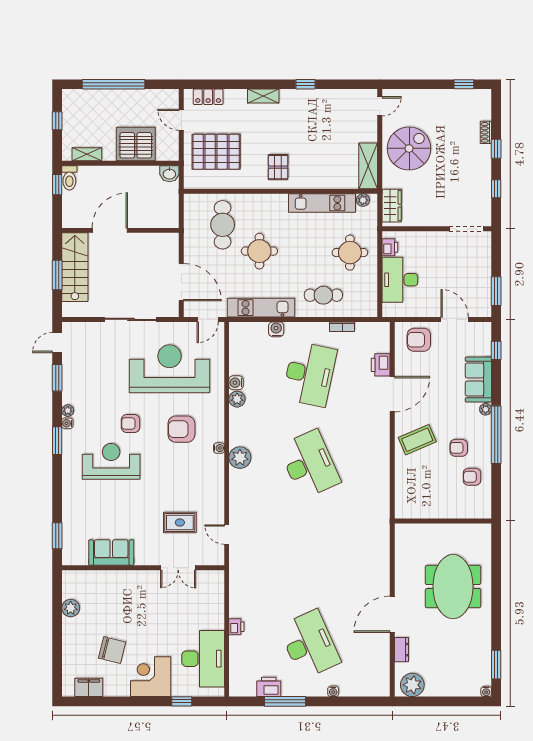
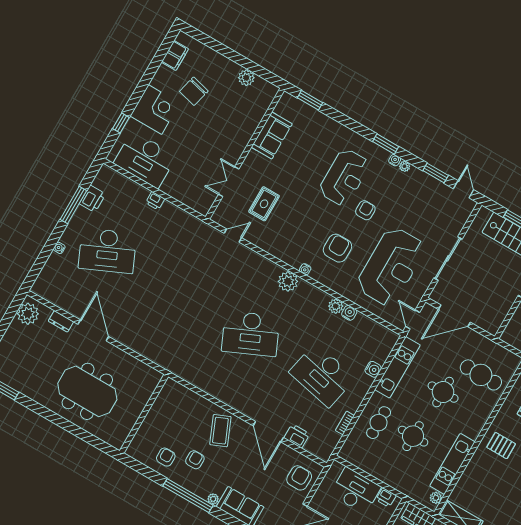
round table: (350, 253) -> (413, 436), moved

